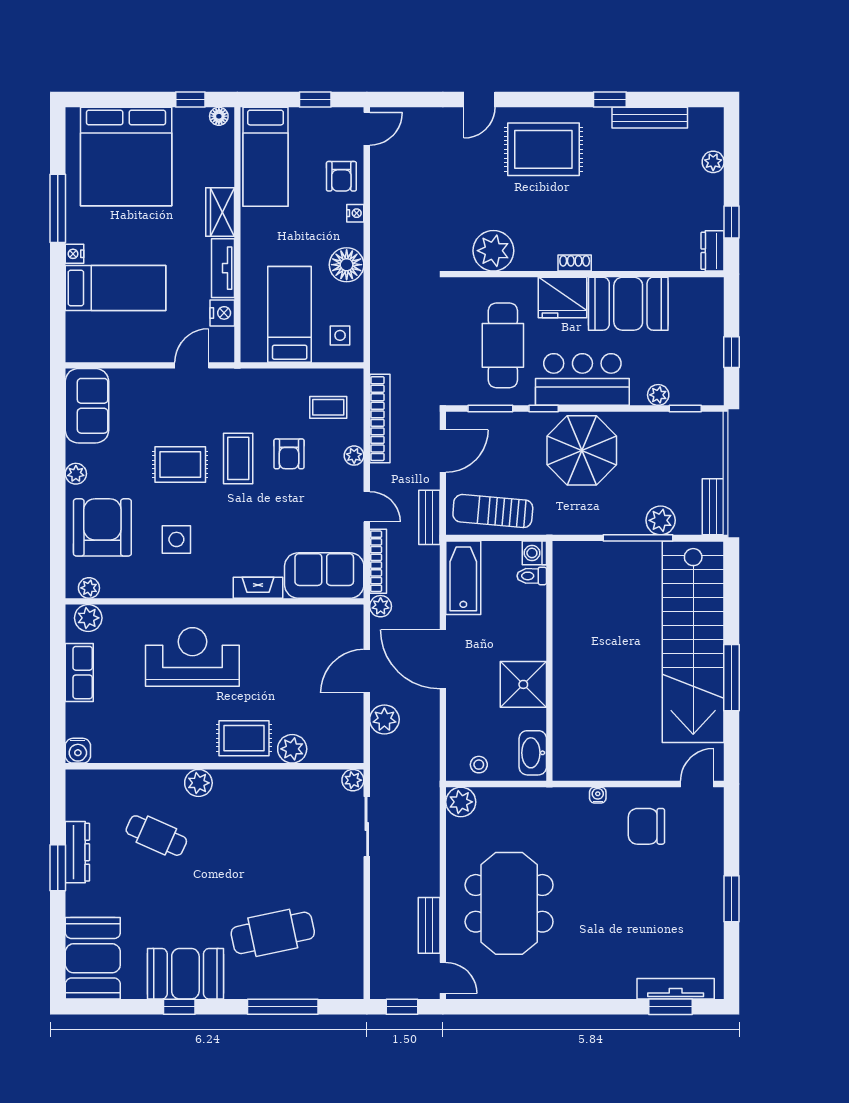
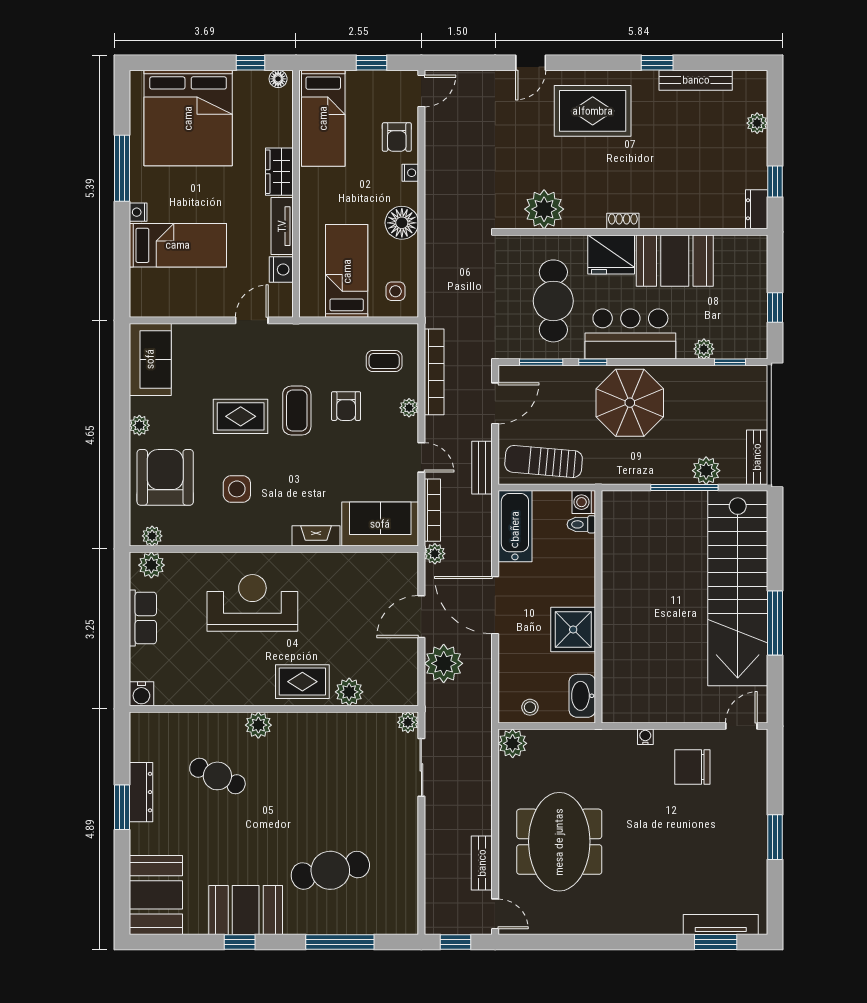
plant: (384, 719) -> (444, 663), width x1.36, depth x1.36

